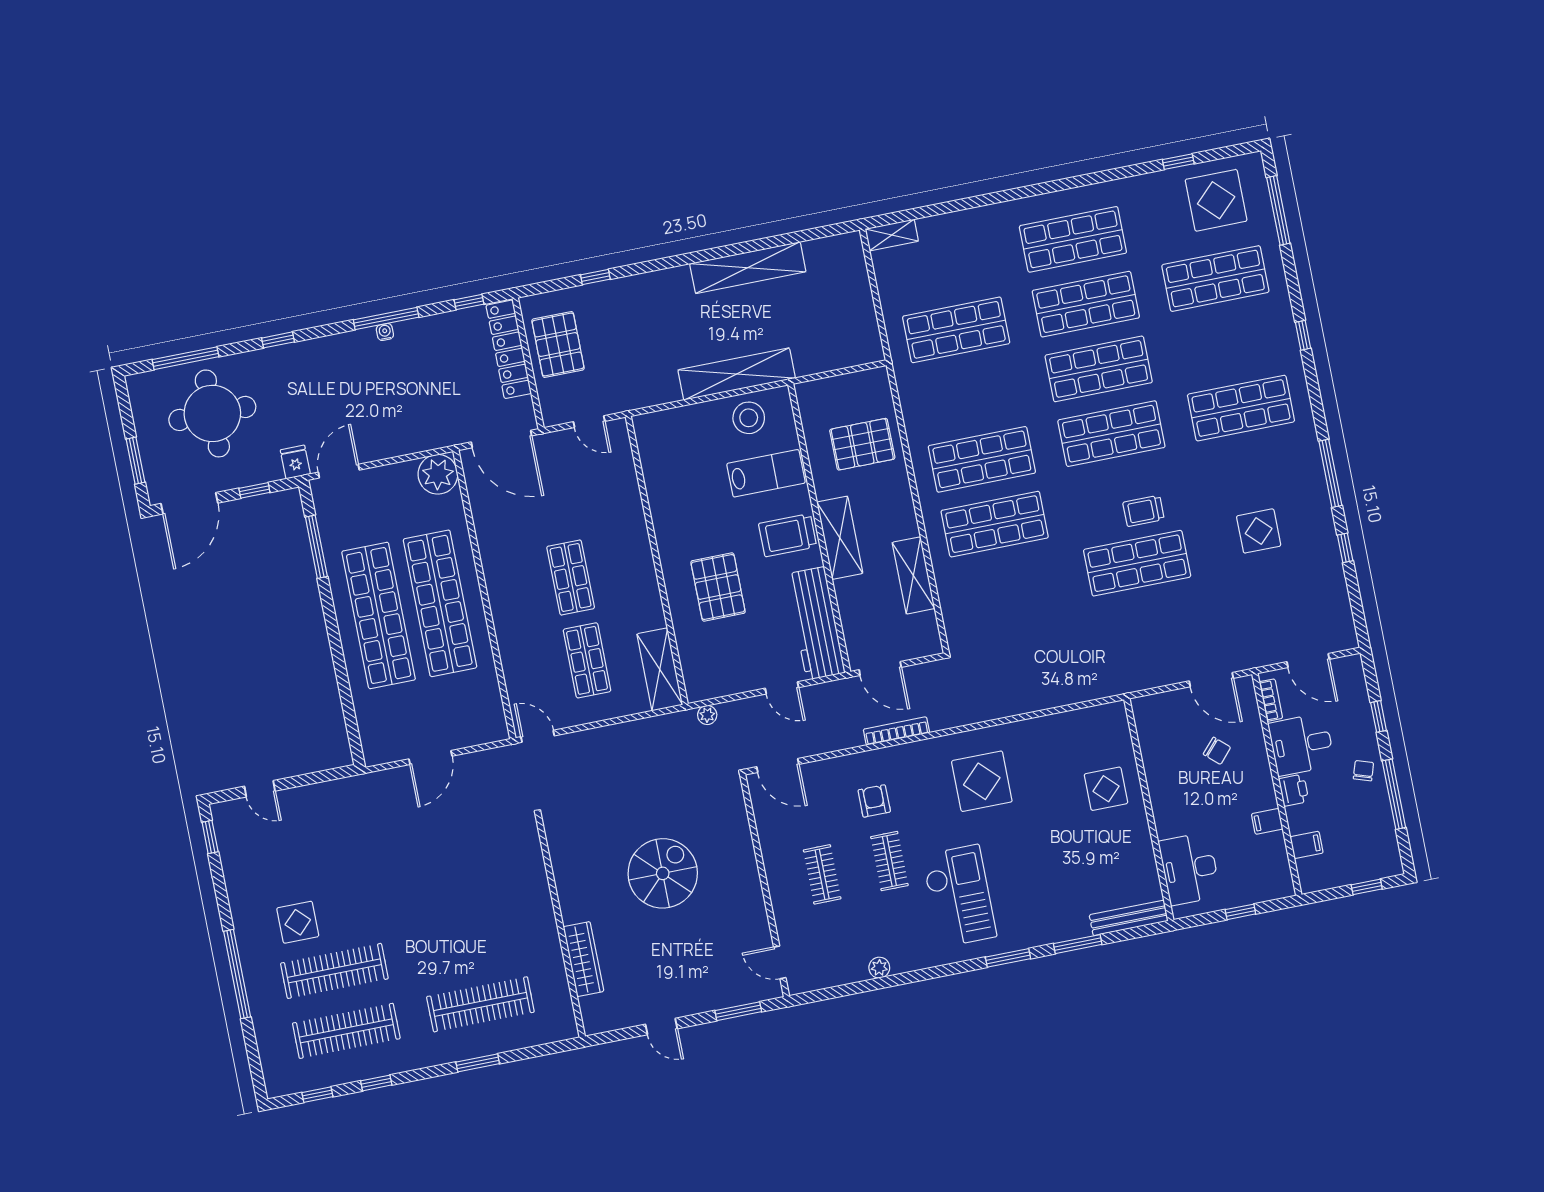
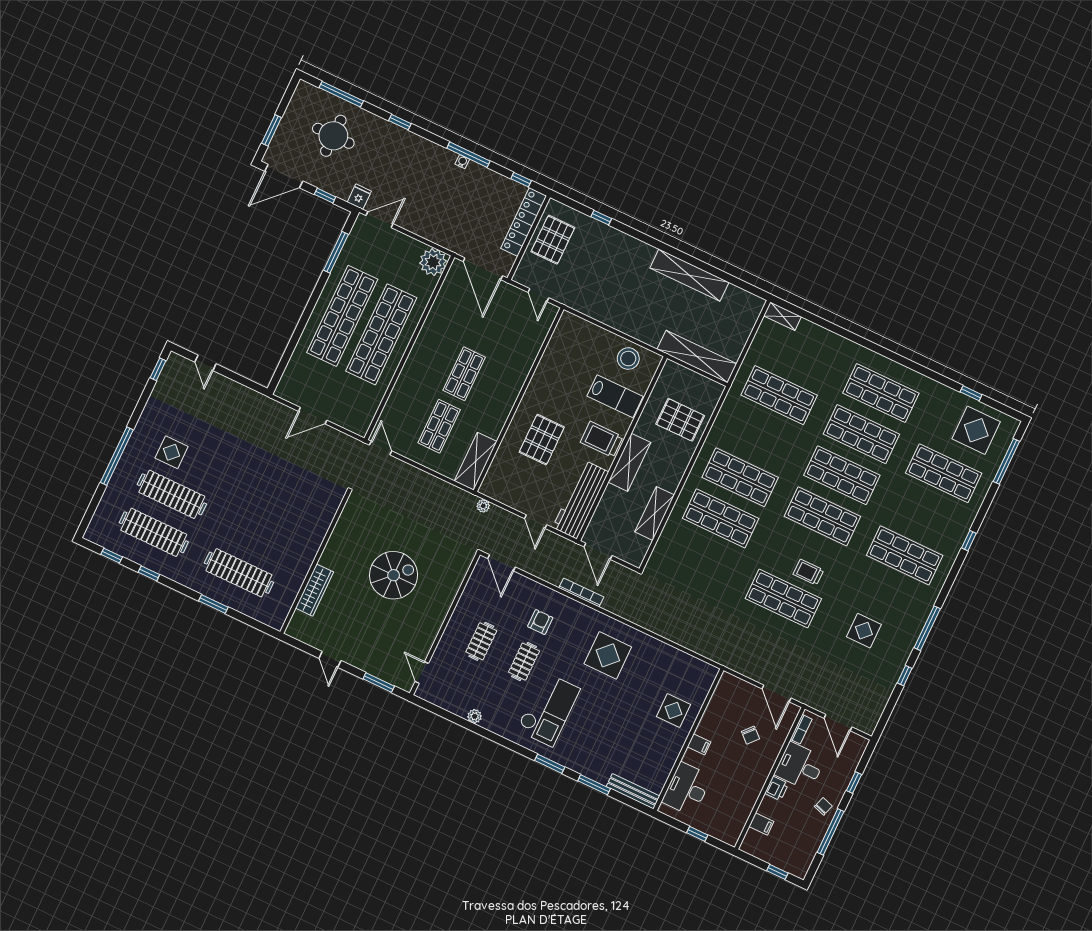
shelving: (737, 374) -> (697, 357), moved
round table: (212, 413) -> (333, 136), width x0.73, depth x0.73
filing cabinet: (1267, 821) -> (699, 744), moved, turned 180

